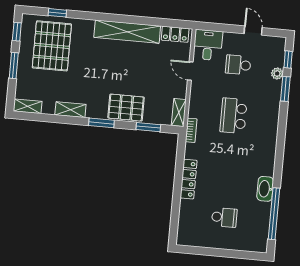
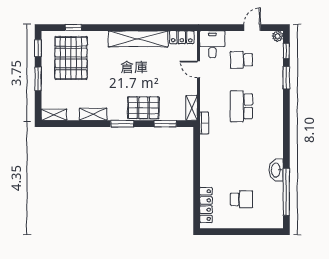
door: (253, 31) -> (252, 28), hinge flipped
plant: (277, 73) -> (278, 36), moved
locker: (189, 179) -> (206, 205), moved

